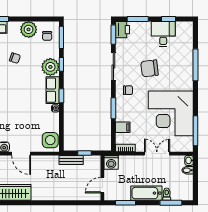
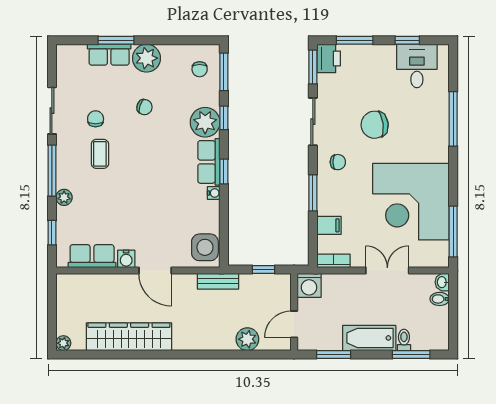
plant: (29, 29) -> (147, 58), moved
desk: (163, 34) -> (417, 66), moved
bench: (71, 160) -> (218, 281), moved
plant: (75, 194) -> (247, 339), added

